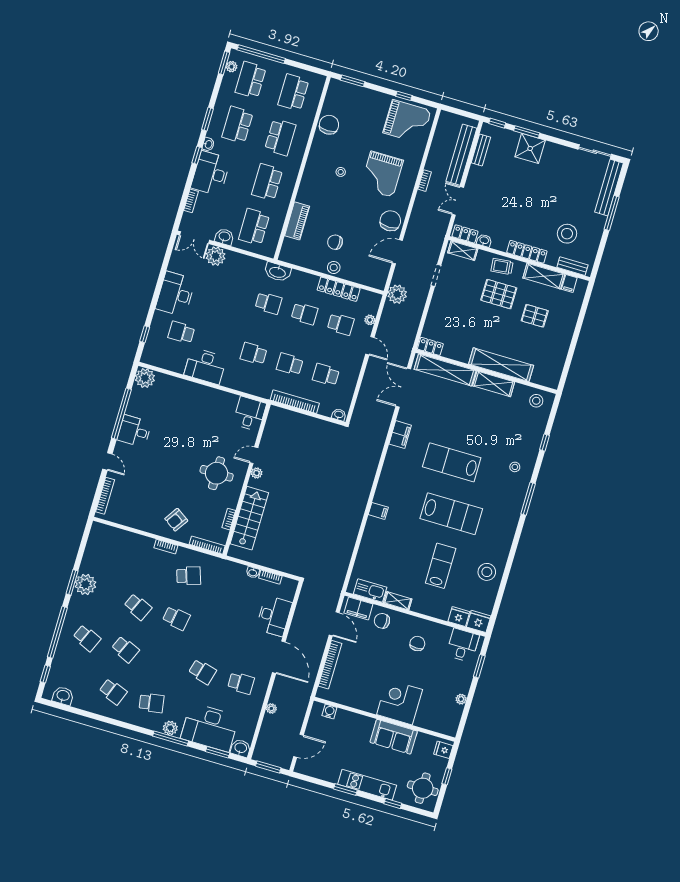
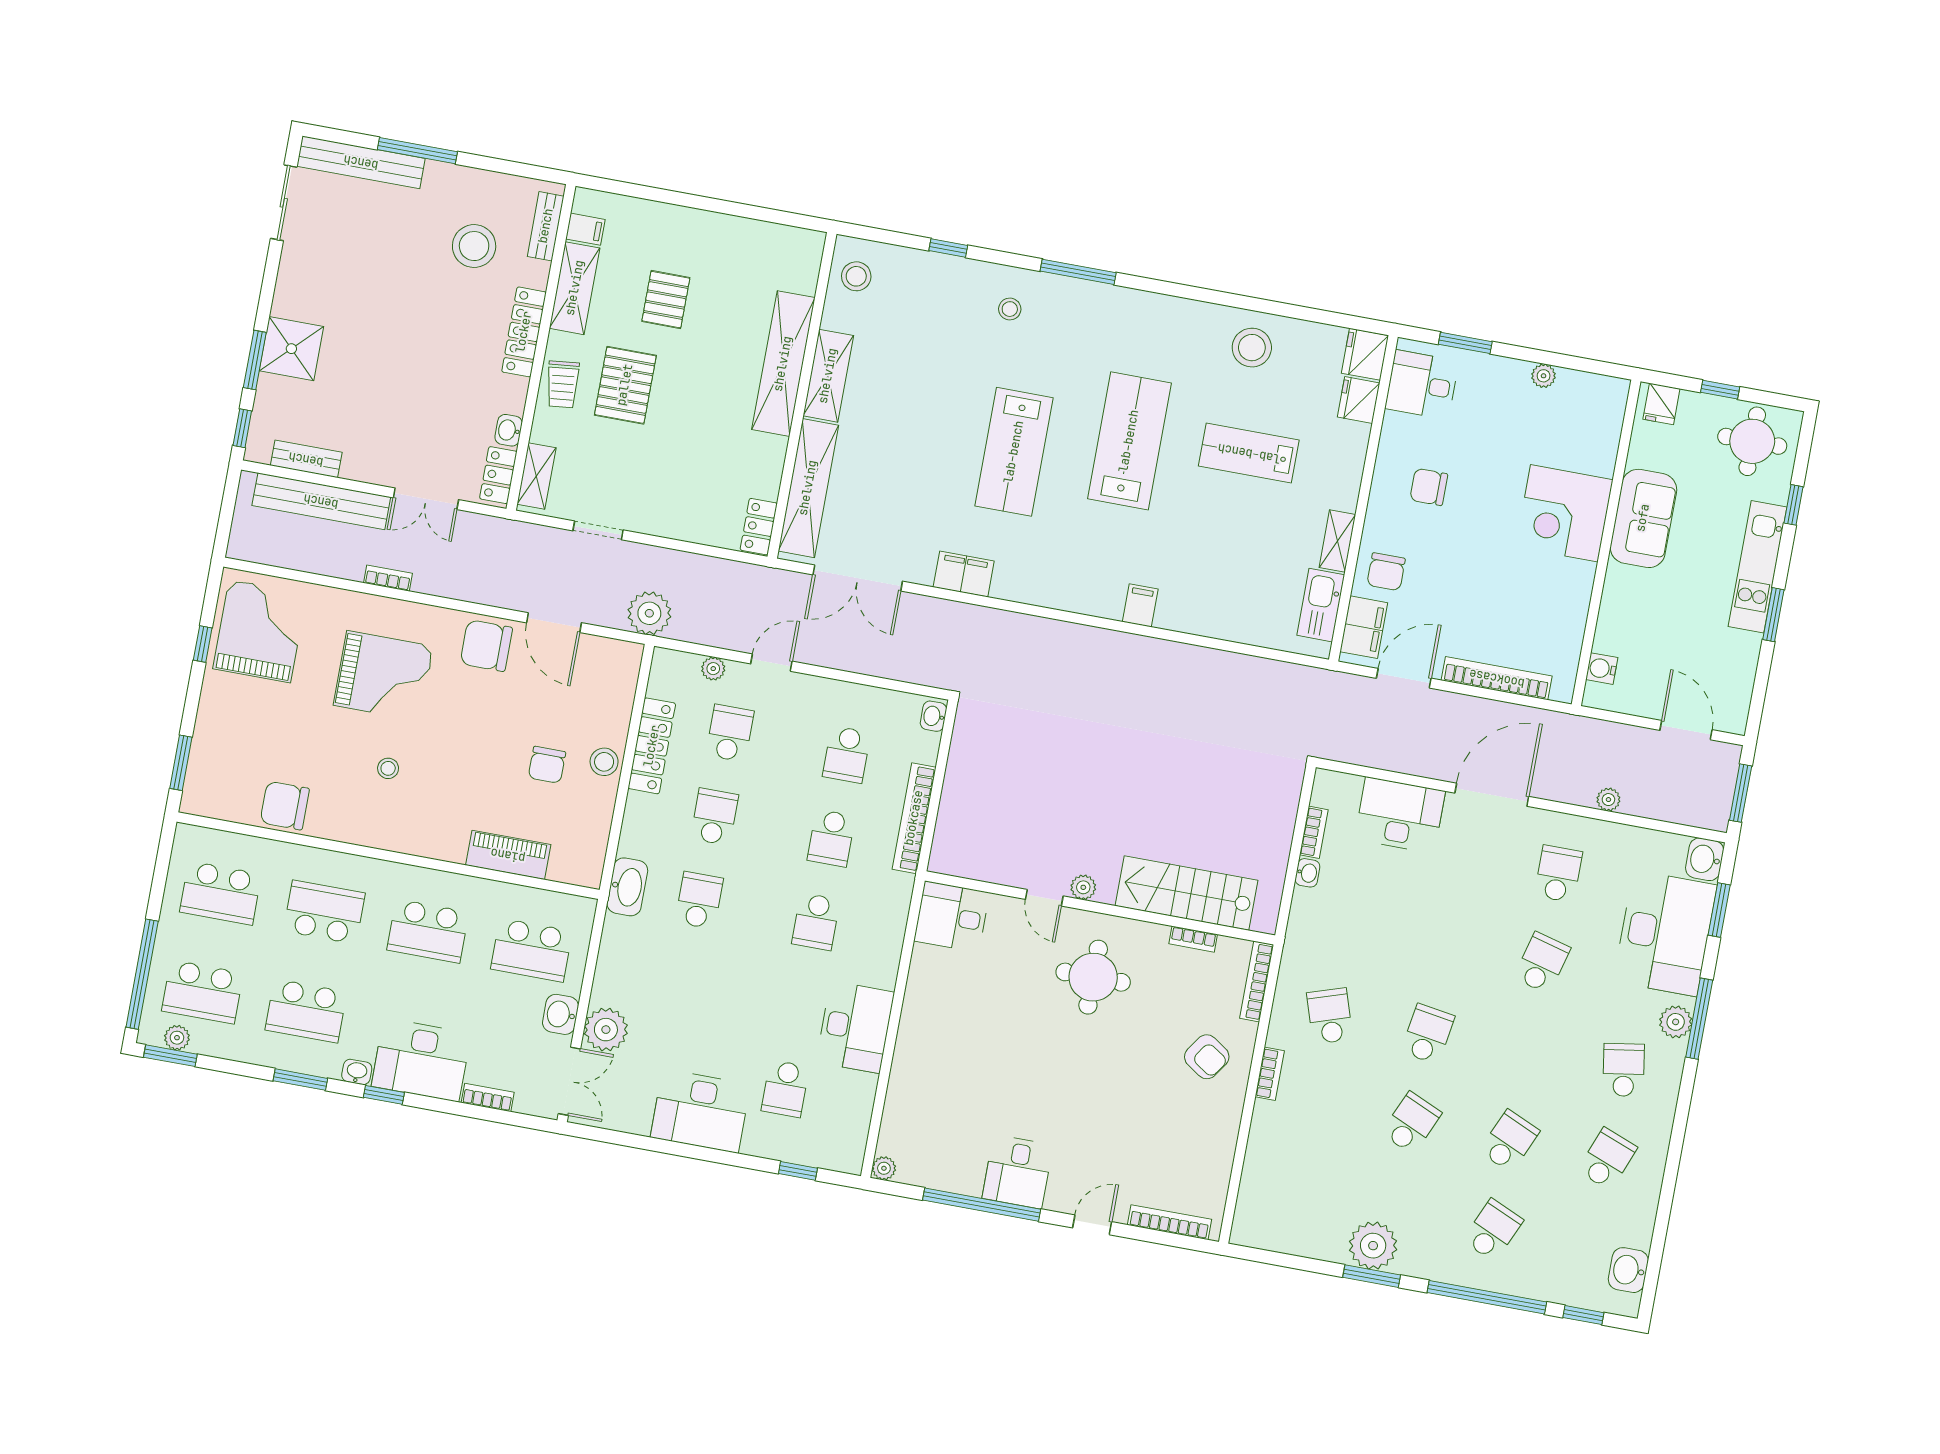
plant: (145, 378) -> (884, 1168), width x0.53, depth x0.53

